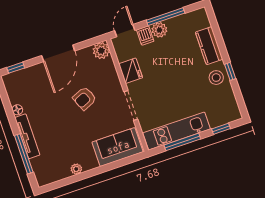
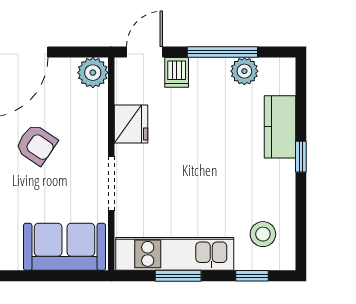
plant: (159, 30) -> (244, 71), moved
window: (230, 71) -> (301, 157), moved
stool: (216, 78) -> (263, 234), moved
armchair: (84, 98) -> (36, 145), turned -123
window: (182, 142) -> (178, 276), width x0.69

